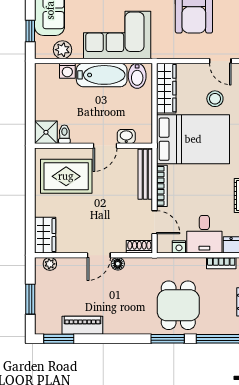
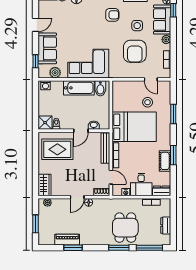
washing machine: (67, 71) -> (46, 85), moved
wardrobe: (166, 88) -> (118, 96), removed
window: (59, 339) -> (73, 248), moved

